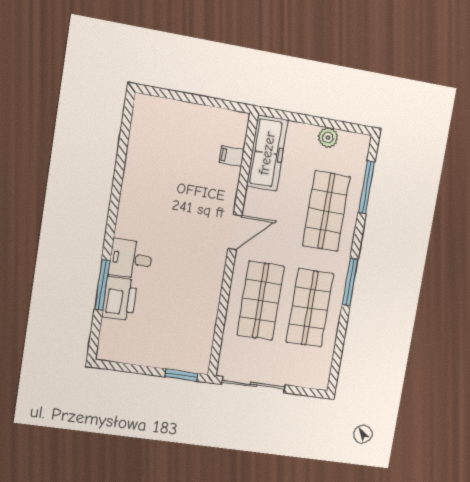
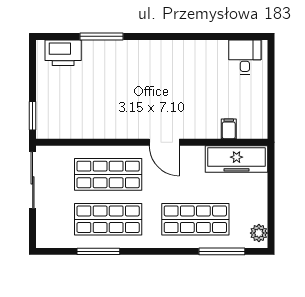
plant: (328, 138) -> (259, 233), moved
desk: (131, 259) -> (245, 57), moved
window: (350, 282) -> (98, 251), moved
printer: (120, 298) -> (63, 53), moved

